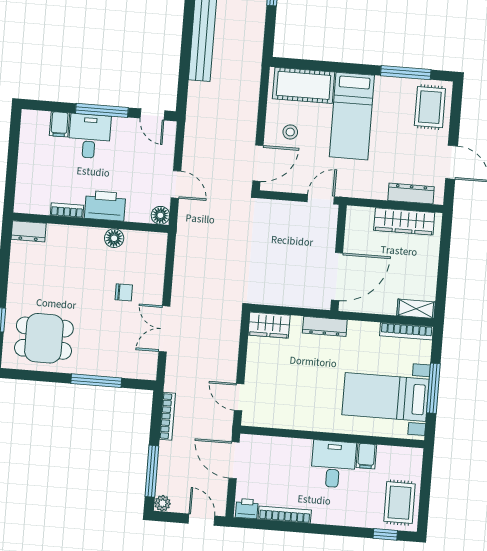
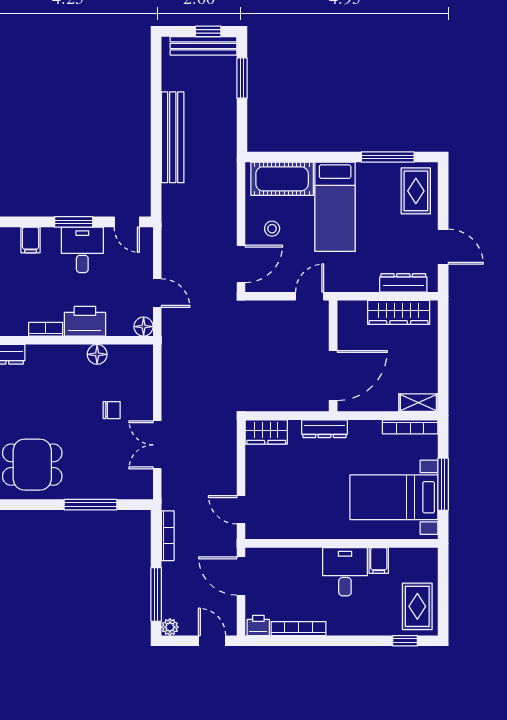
window: (102, 110) -> (74, 222), width x0.69
desk: (90, 136) -> (82, 250), moved

